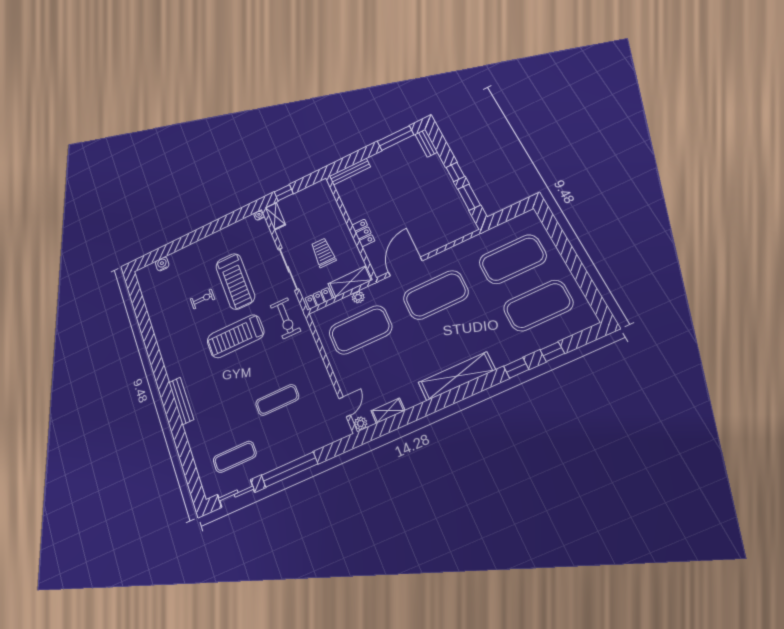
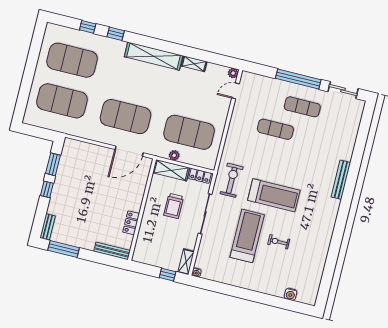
locker: (363, 233) -> (131, 223), moved
shelving: (388, 411) -> (194, 64), moved
exercise mat: (235, 457) -> (302, 107), moved

